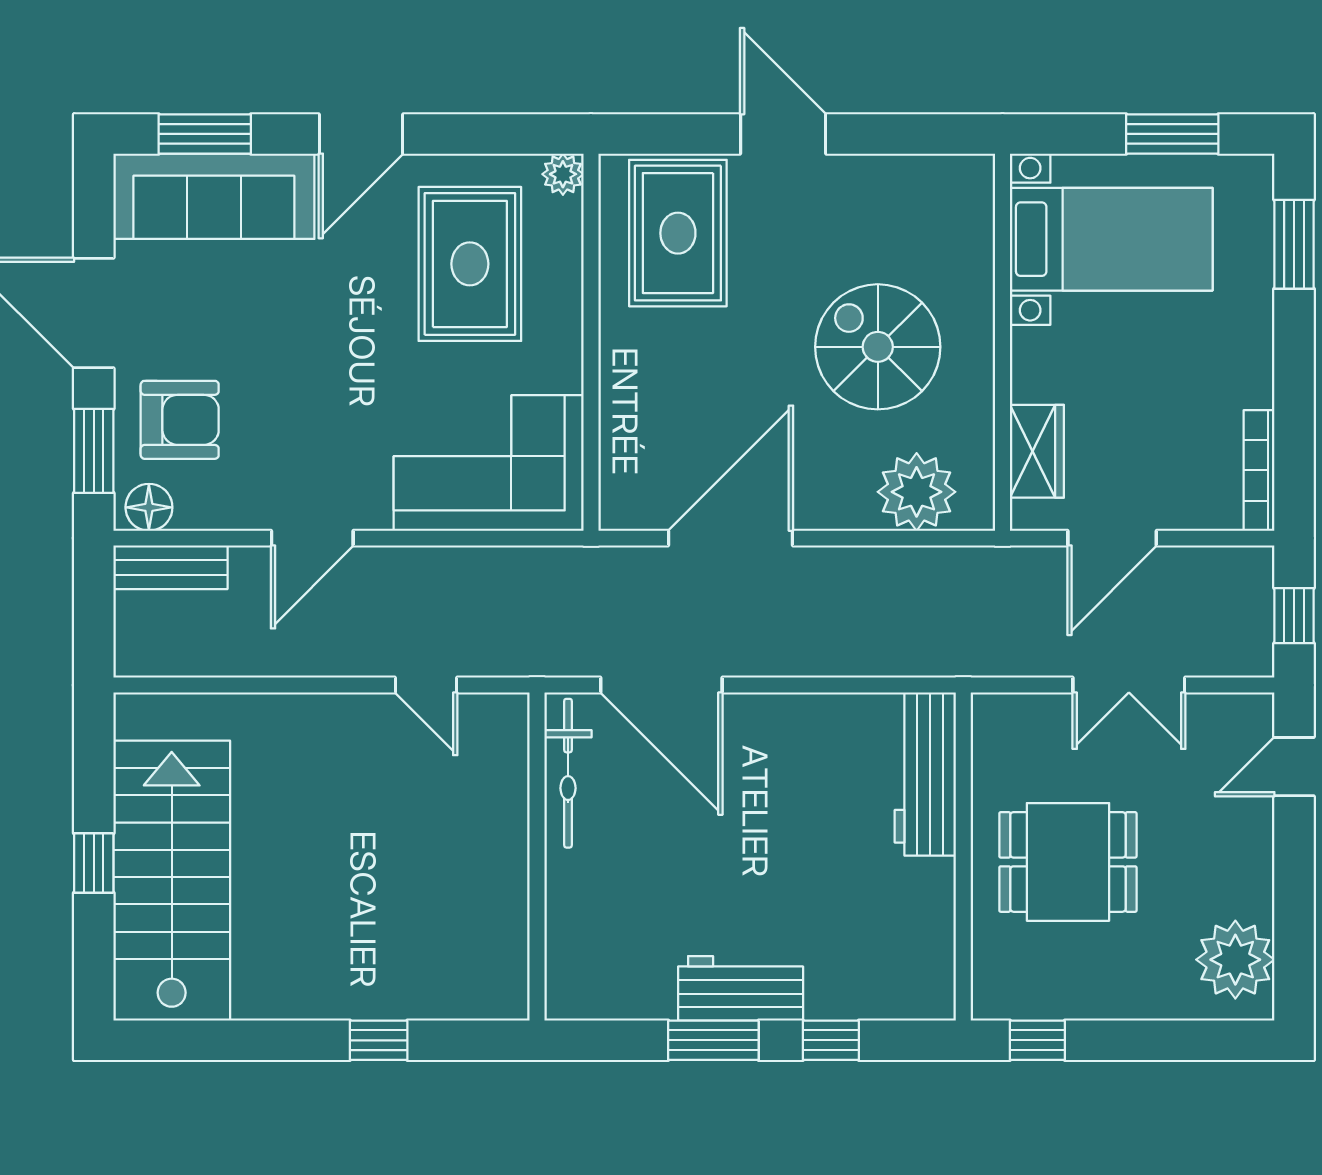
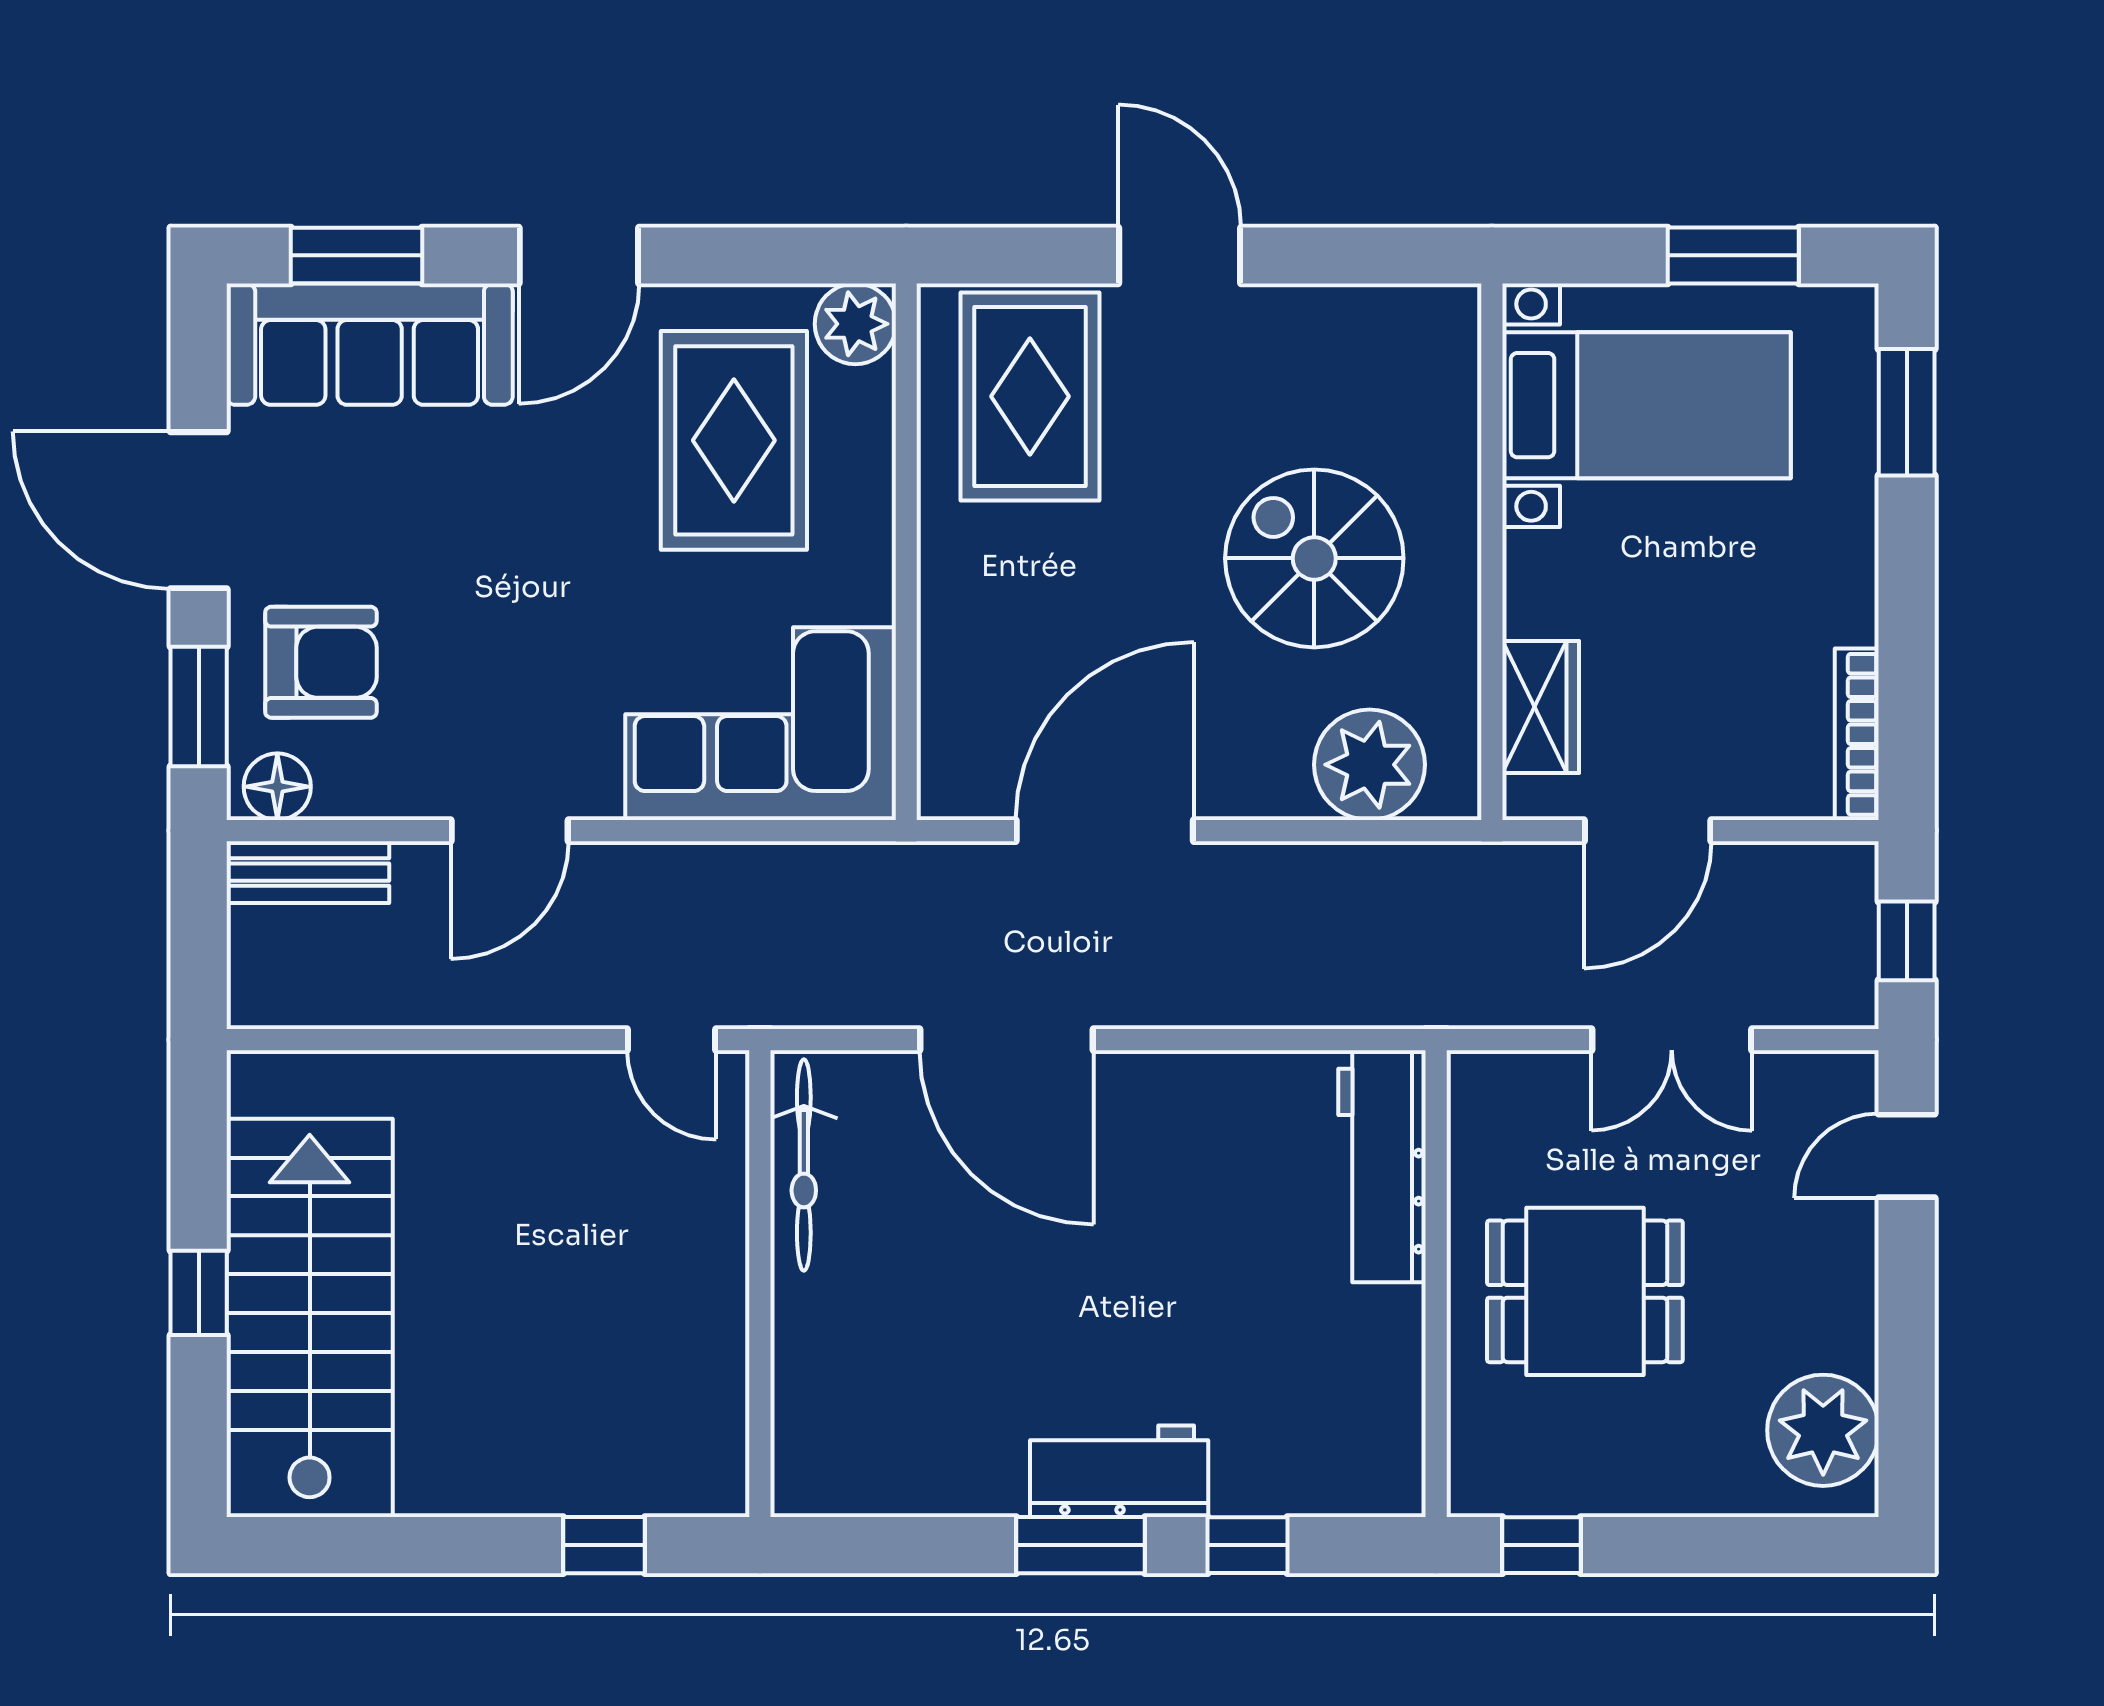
plant: (563, 174) -> (855, 324), width x1.38, depth x1.38
bicycle: (568, 773) -> (804, 1165), moved
wall: (537, 857) -> (760, 1284), moved

